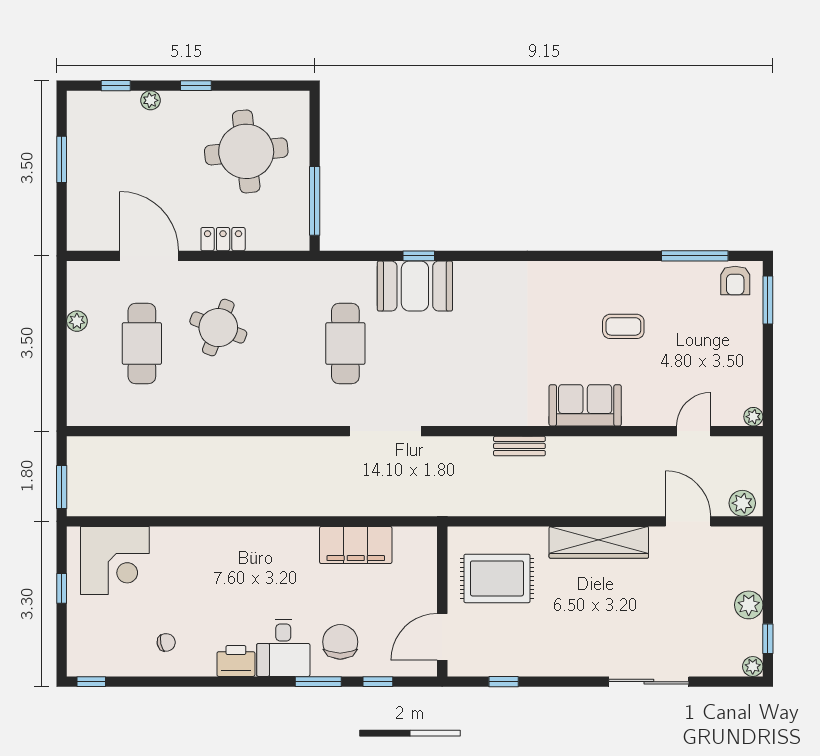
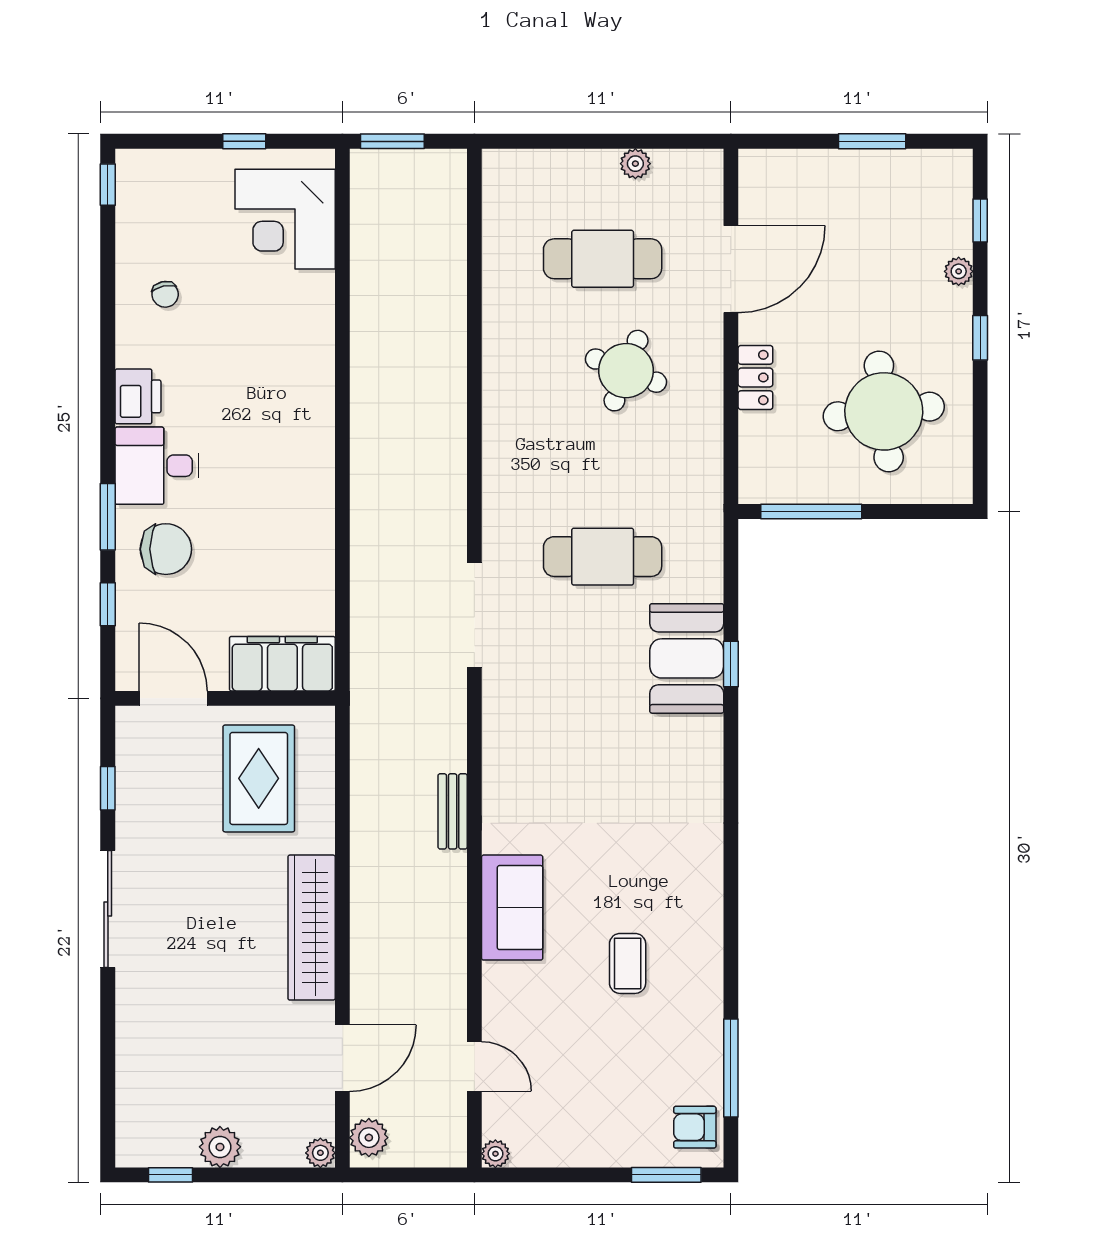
filing cabinet: (356, 545) -> (282, 664), moved, turned 90
plant: (753, 666) -> (320, 1153), moved
sliding door: (649, 682) -> (108, 909), moved

